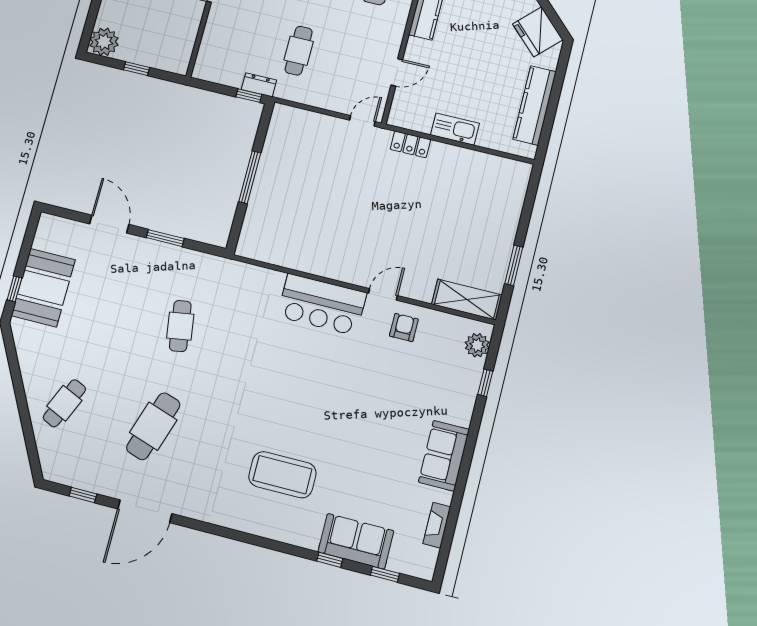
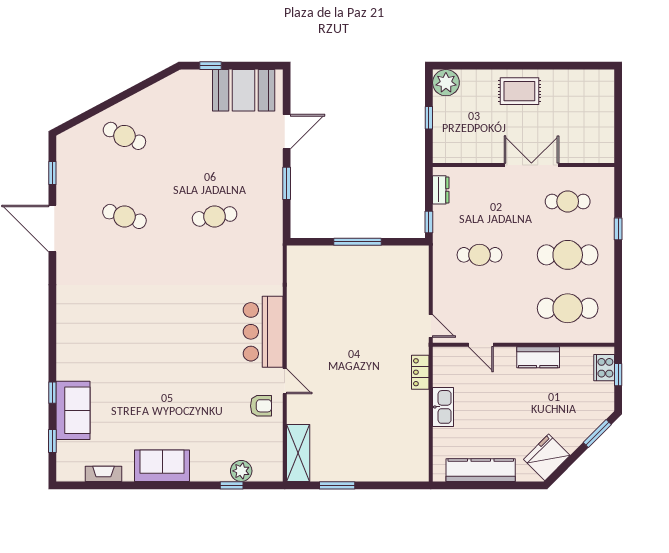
dresser: (259, 85) -> (441, 190), moved
booth: (43, 288) -> (244, 90), moved
plant: (477, 345) -> (241, 471), moved
cafe table: (153, 426) -> (124, 216), width x0.73, depth x0.74
coffee table: (282, 475) -> (112, 335), removed

